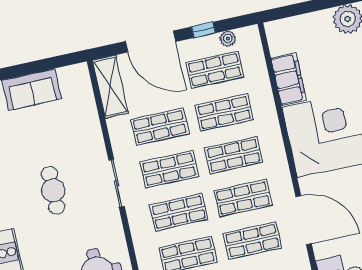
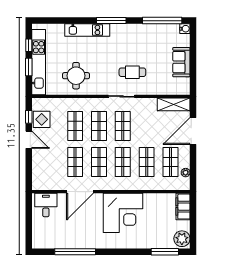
window: (203, 30) -> (193, 161), removed
filing cabinet: (289, 79) -> (183, 207), moved, turned 90
shop shelf: (160, 127) -> (147, 126), removed
cafe table: (53, 190) -> (132, 72), moved

